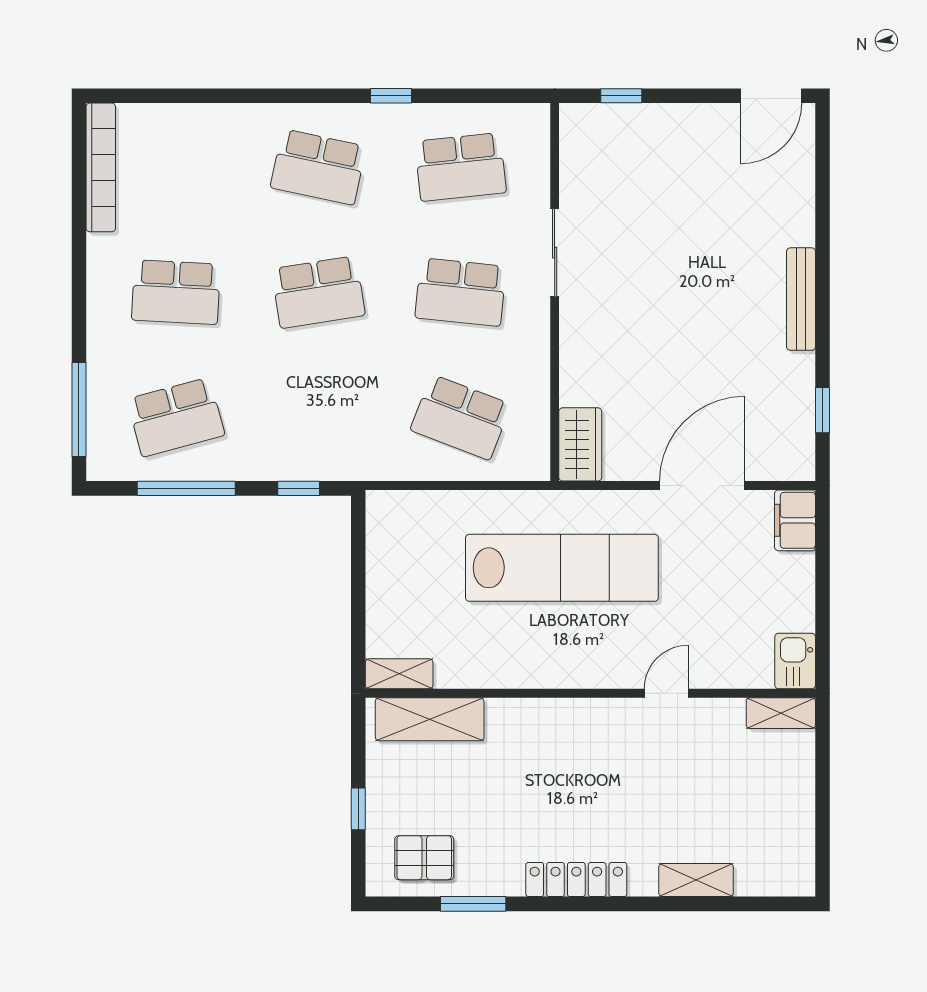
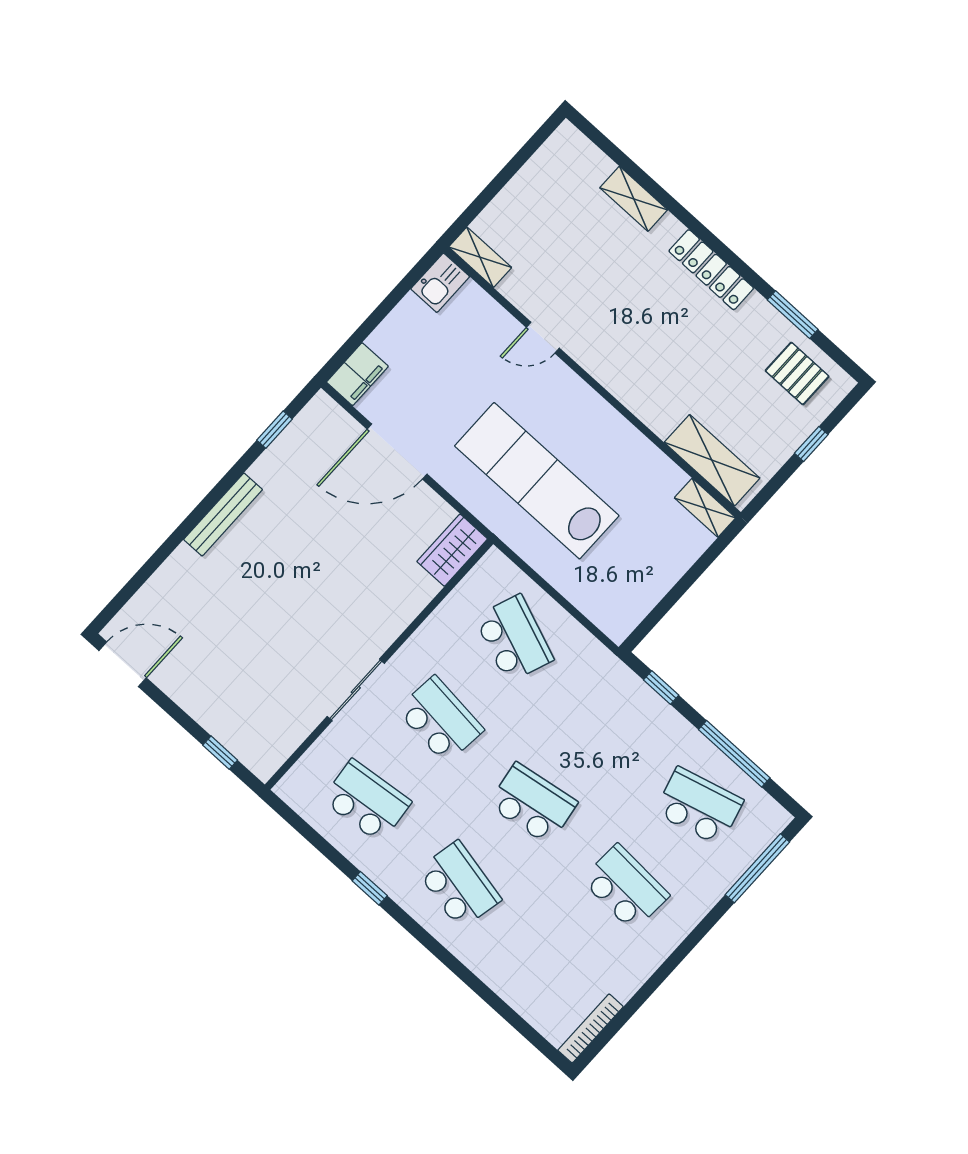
bookcase: (101, 167) -> (591, 1028), width x0.68, depth x0.76

